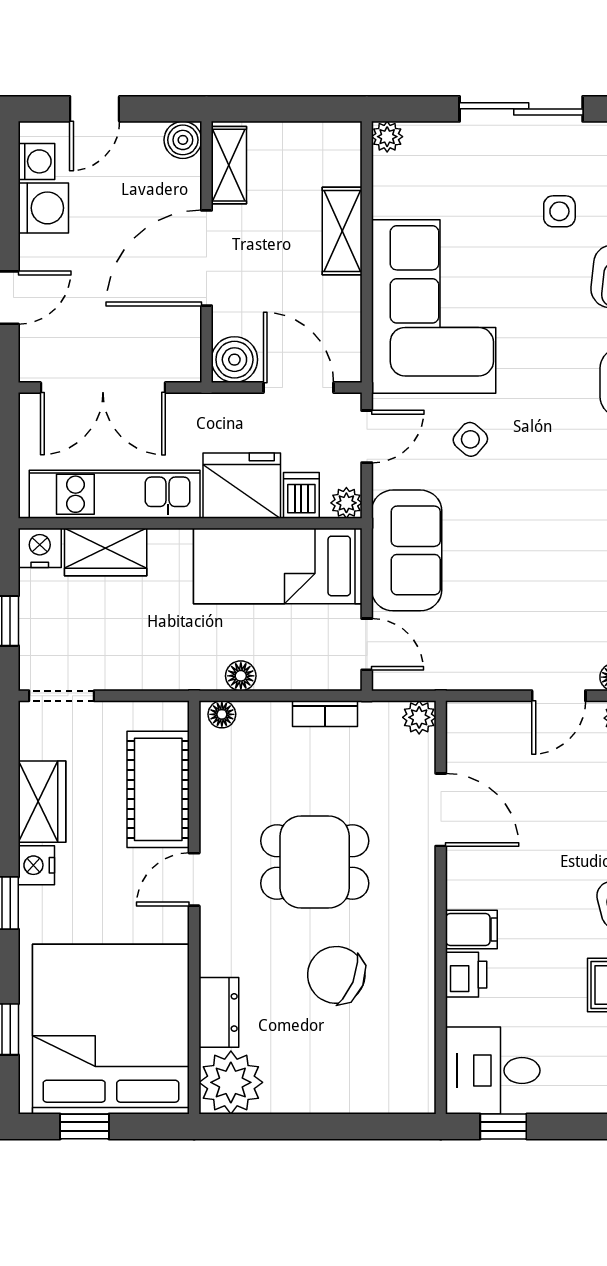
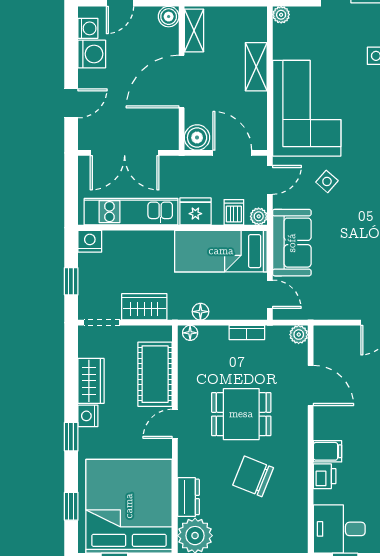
fridge: (242, 486) -> (195, 211), width x0.73, depth x0.75
wardrobe: (106, 552) -> (144, 307), moved, turned 180

